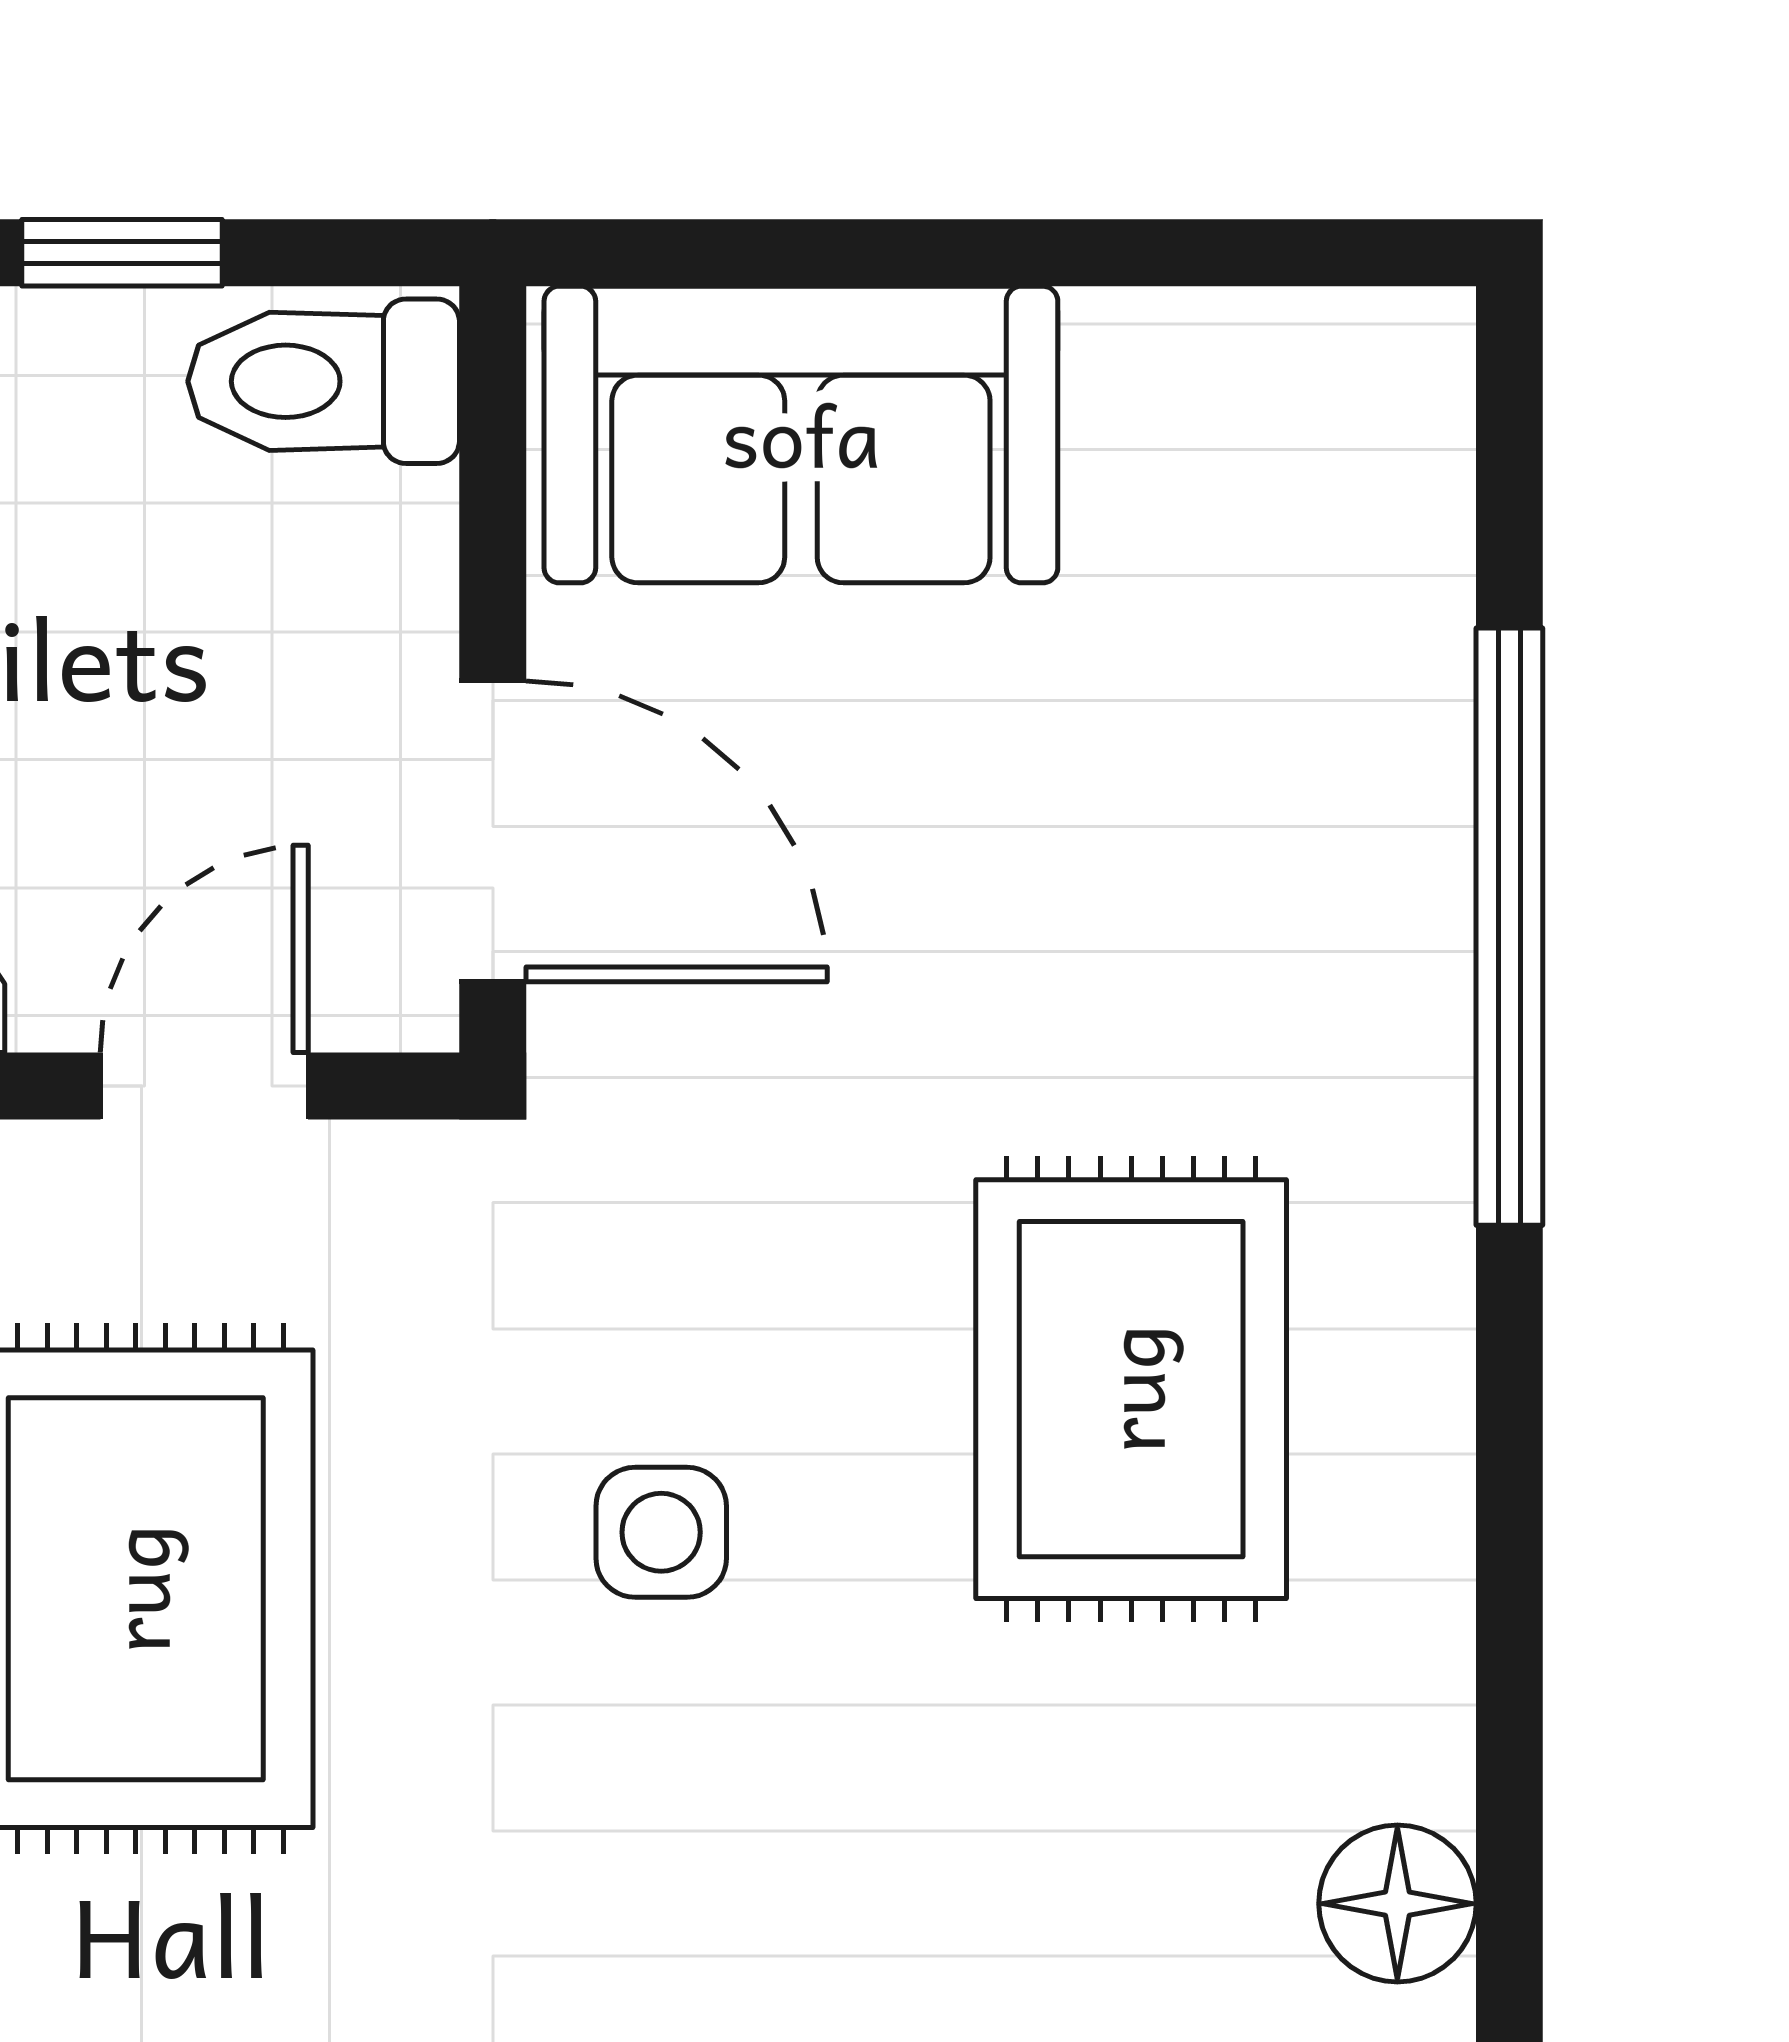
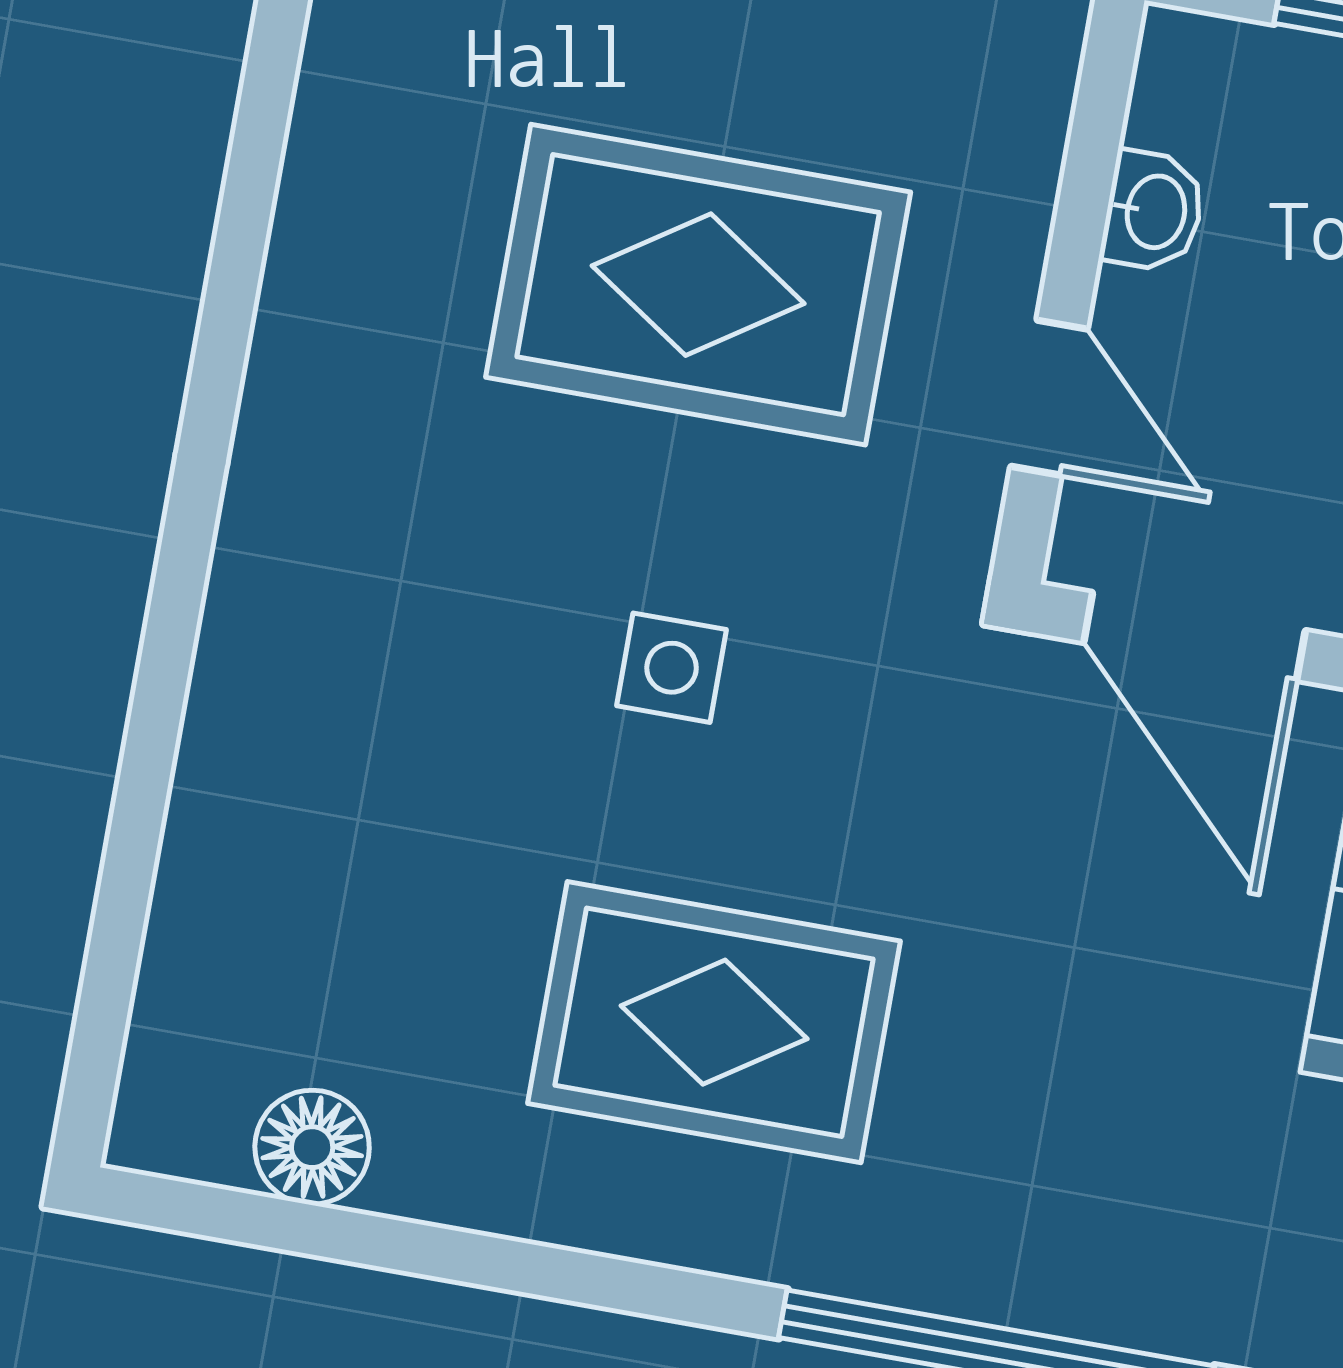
door: (493, 831) -> (1194, 636), hinge flipped

